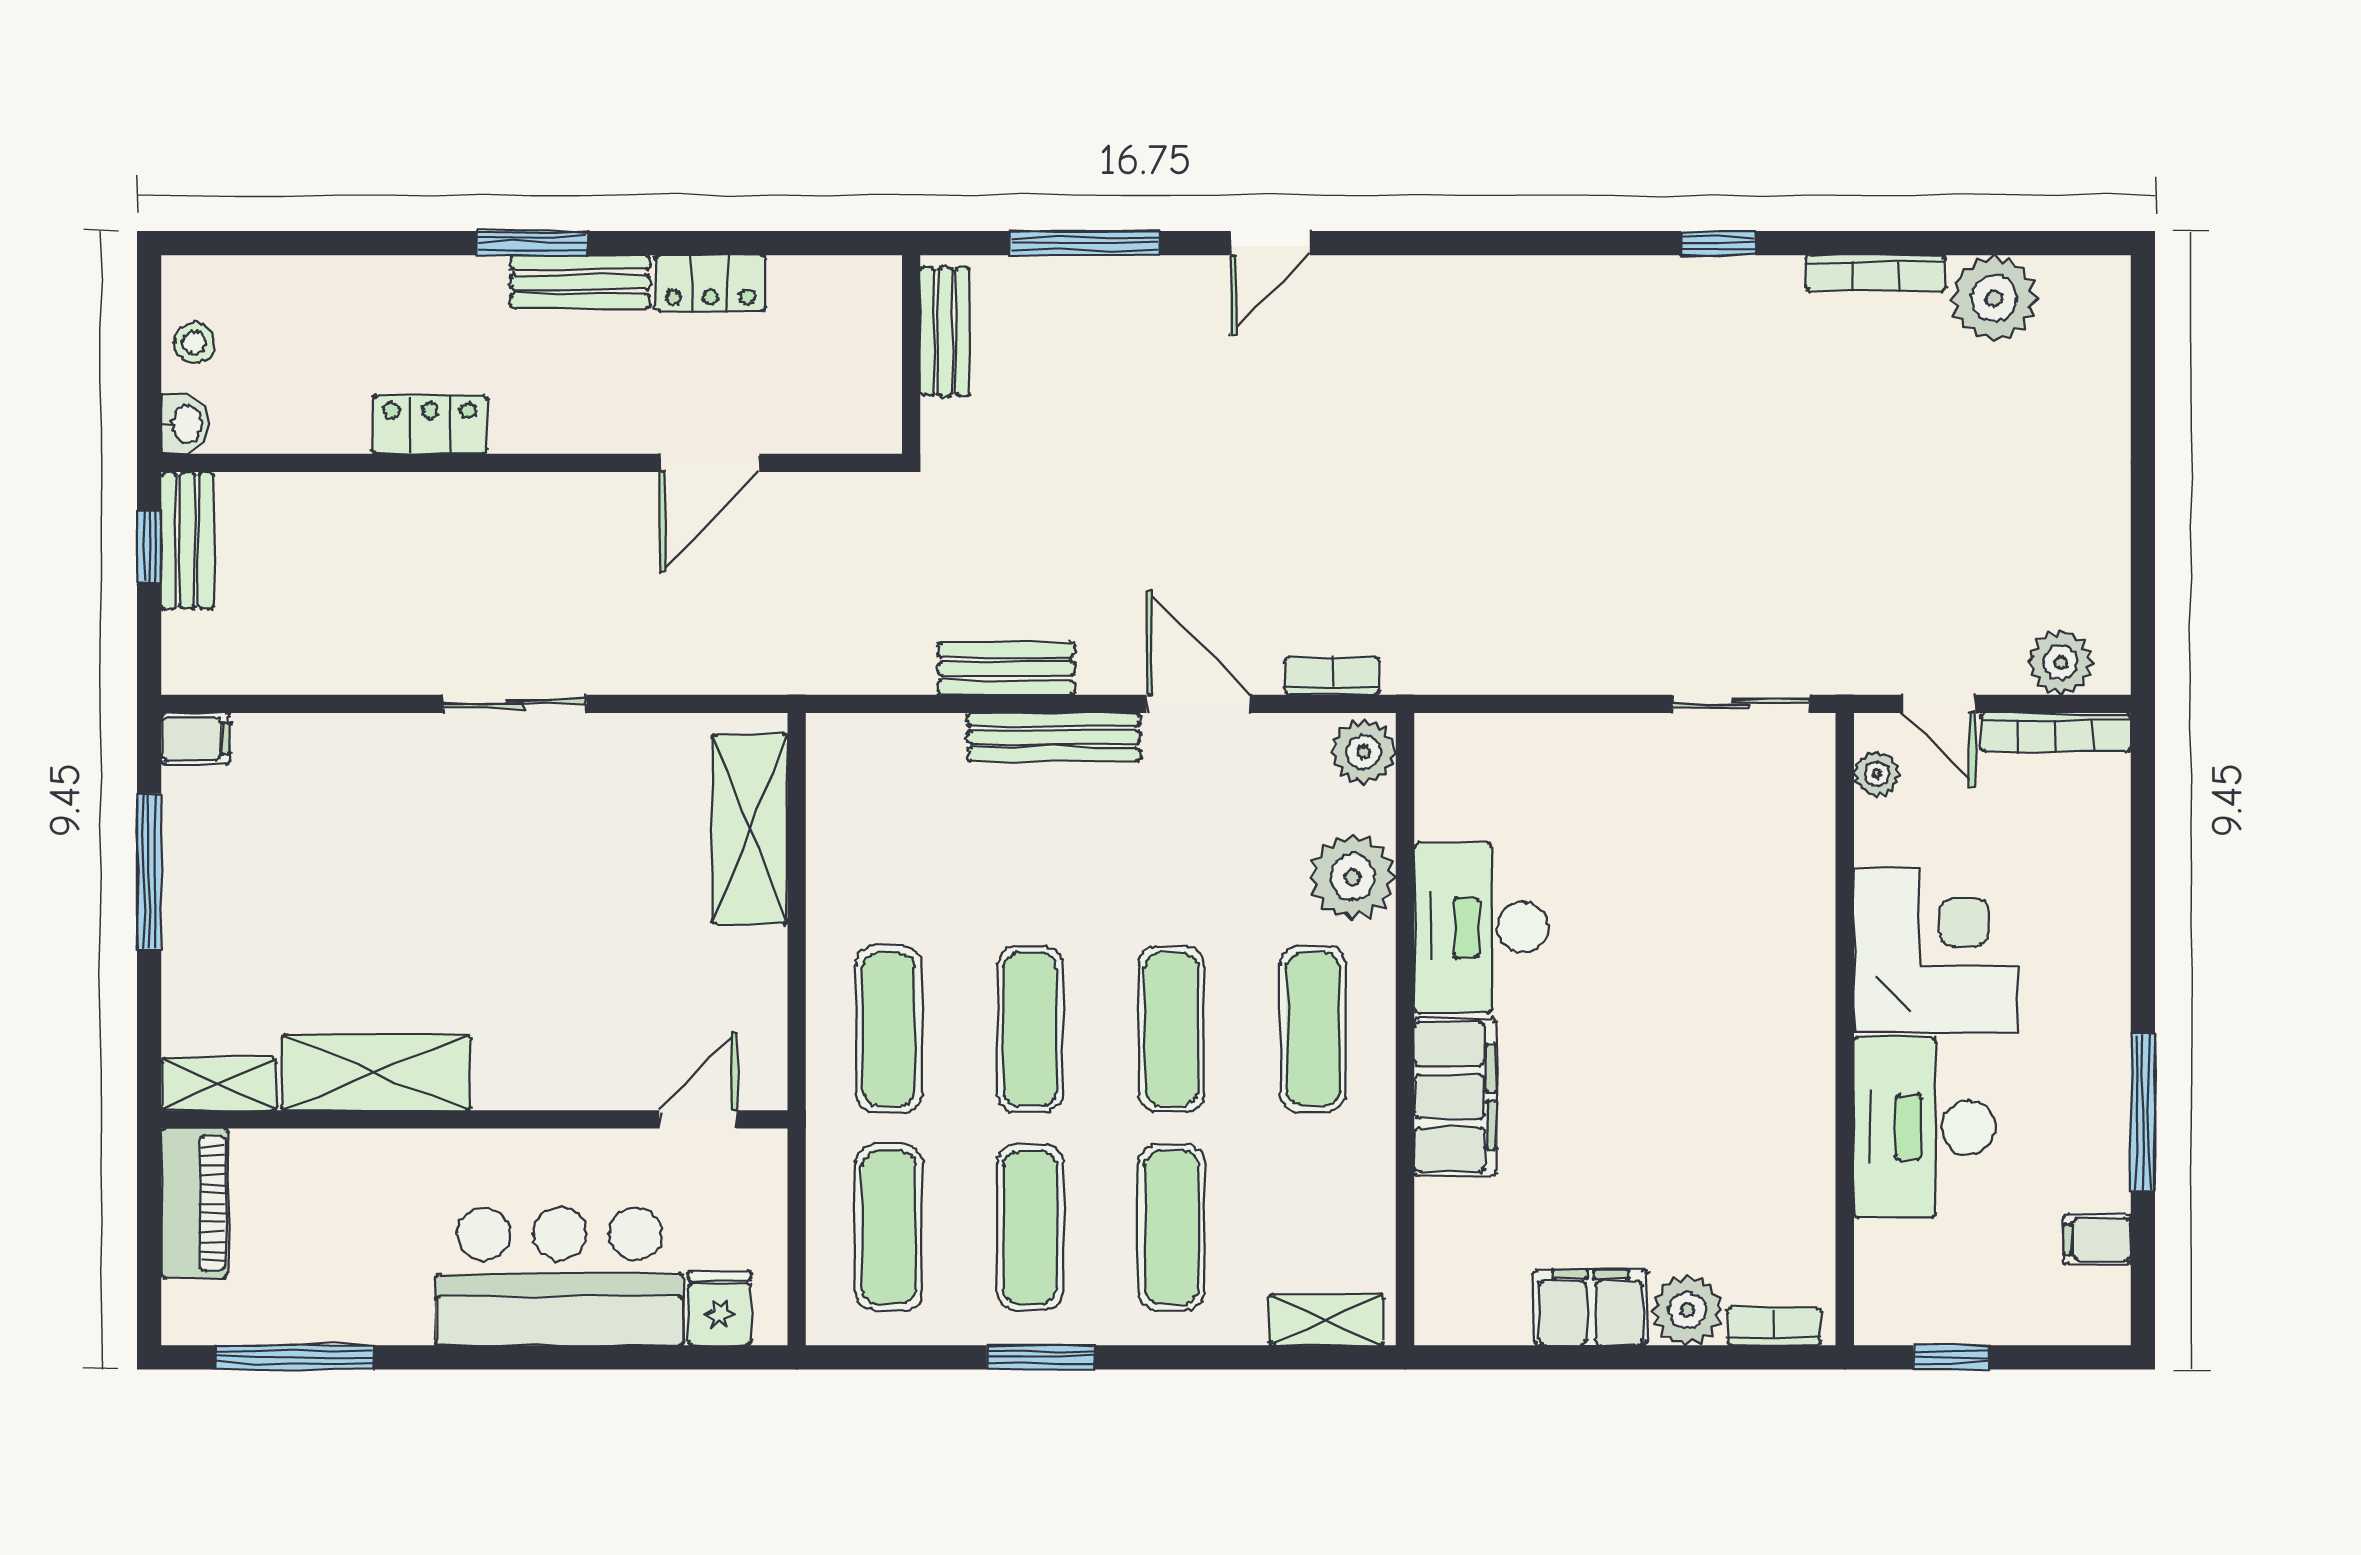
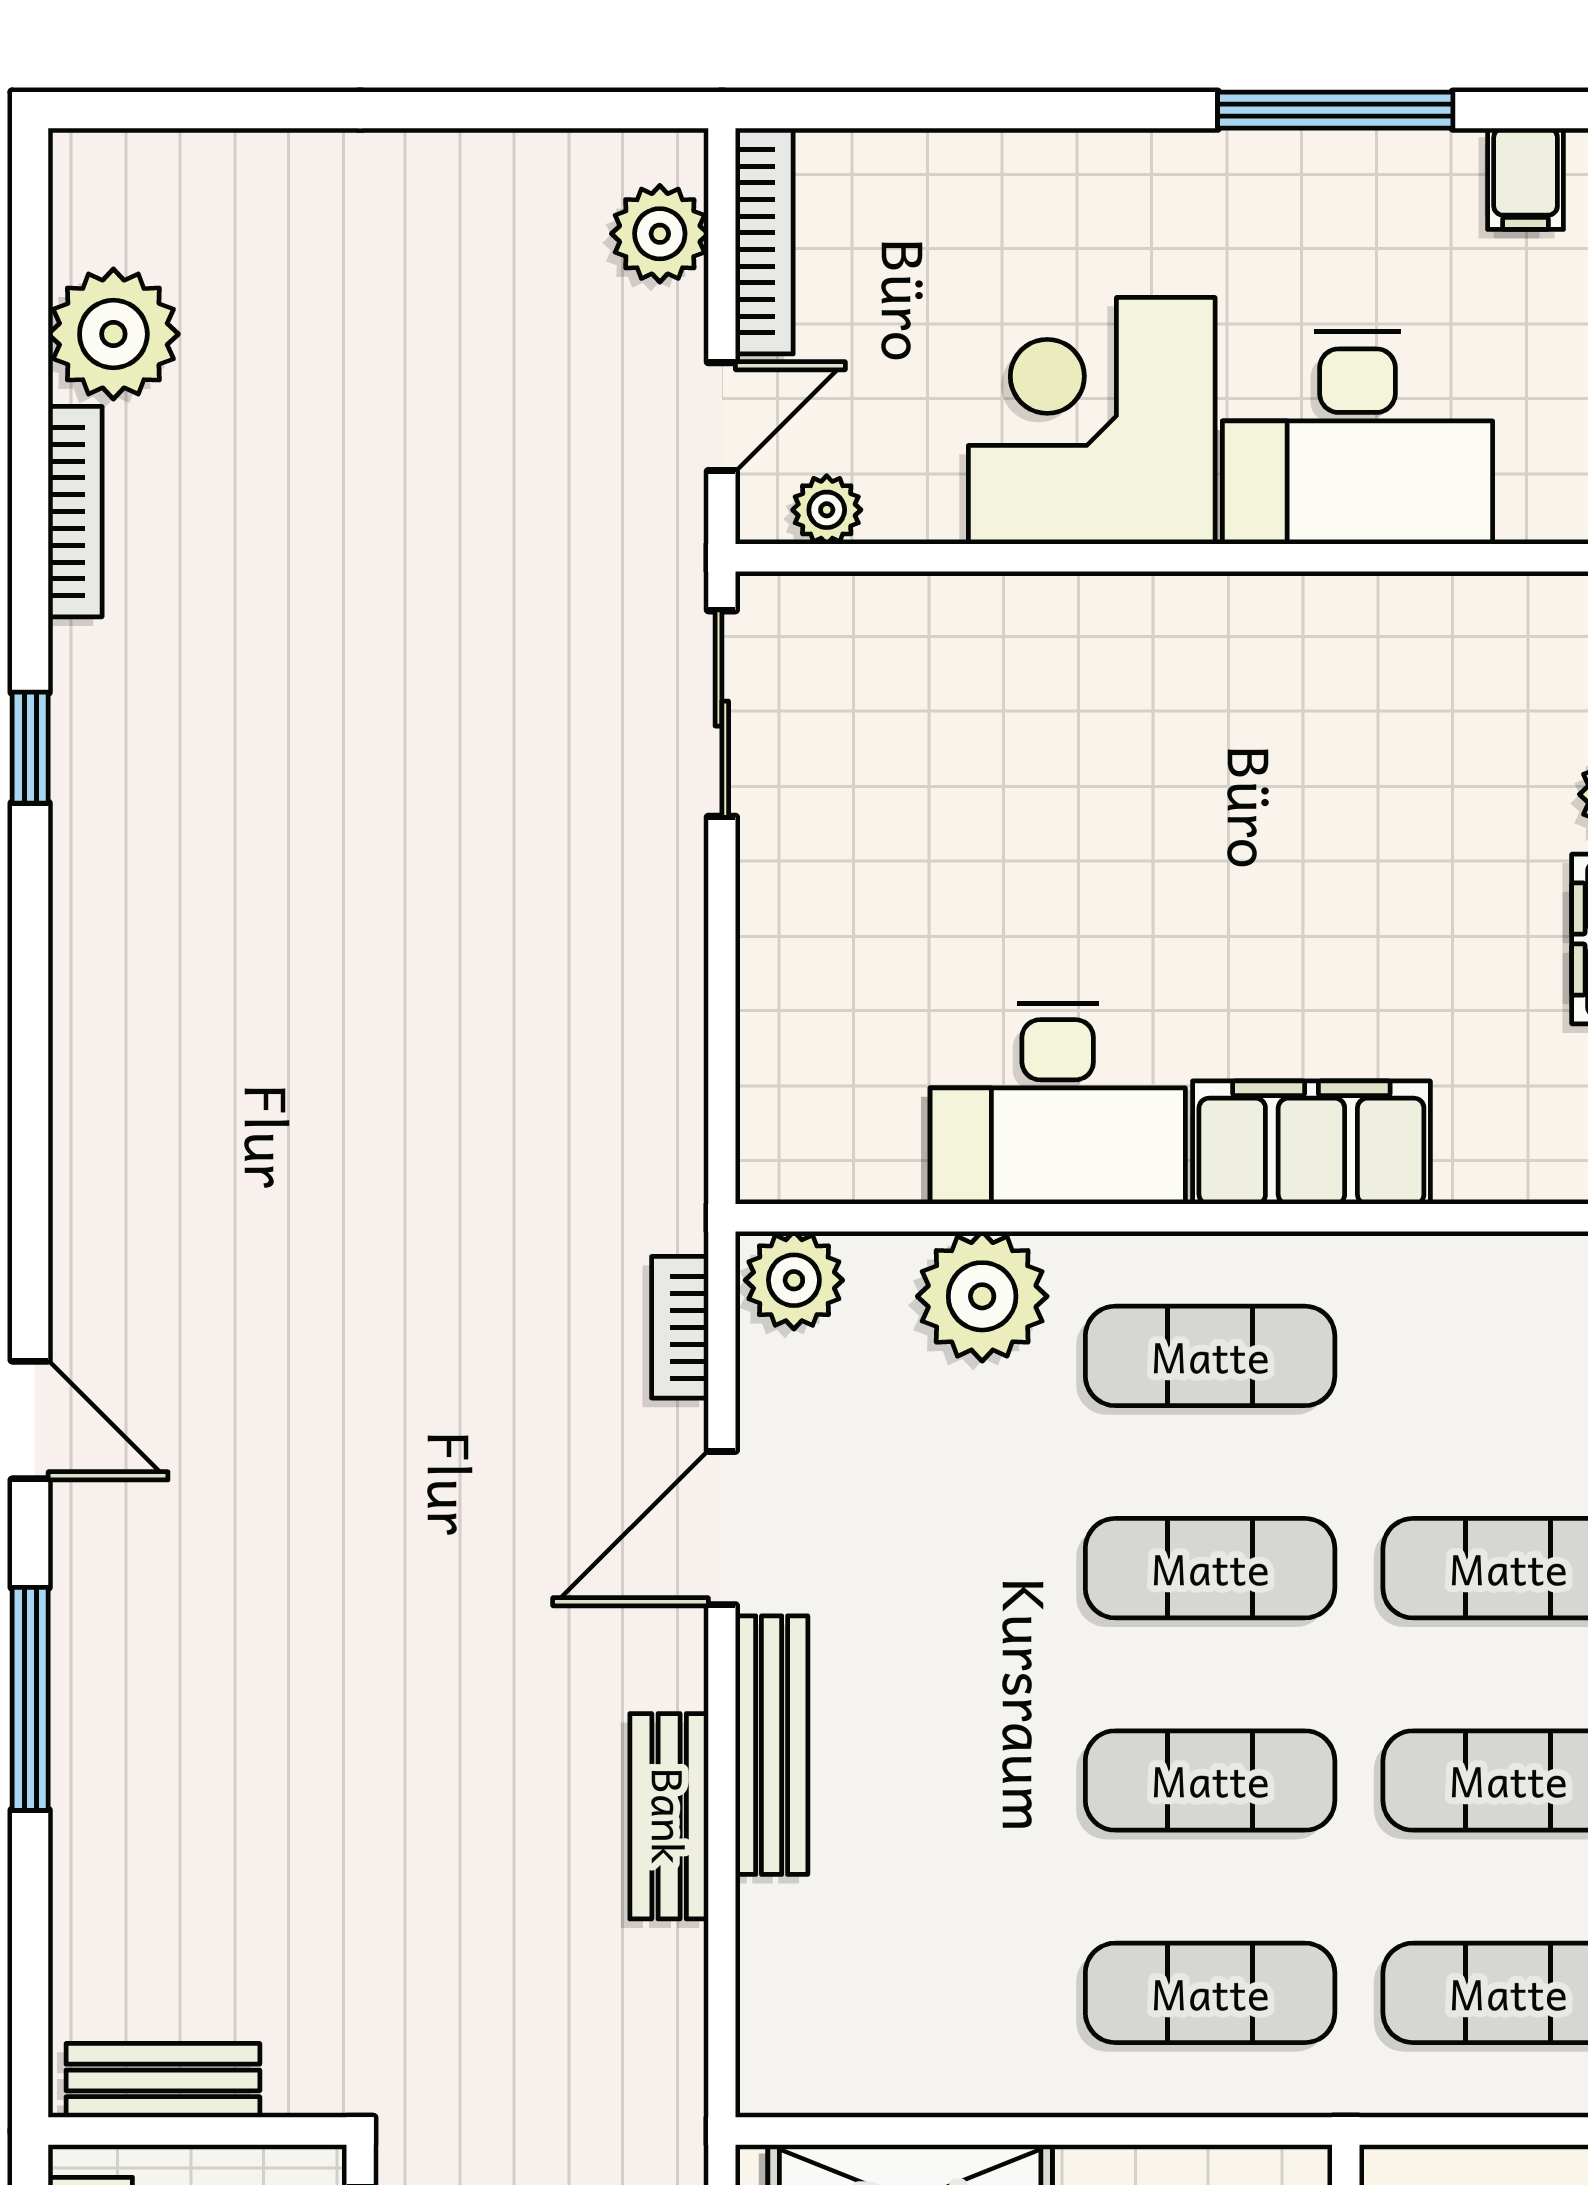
bench: (945, 332) -> (163, 2080), moved
wall: (911, 354) -> (197, 2131), moved

